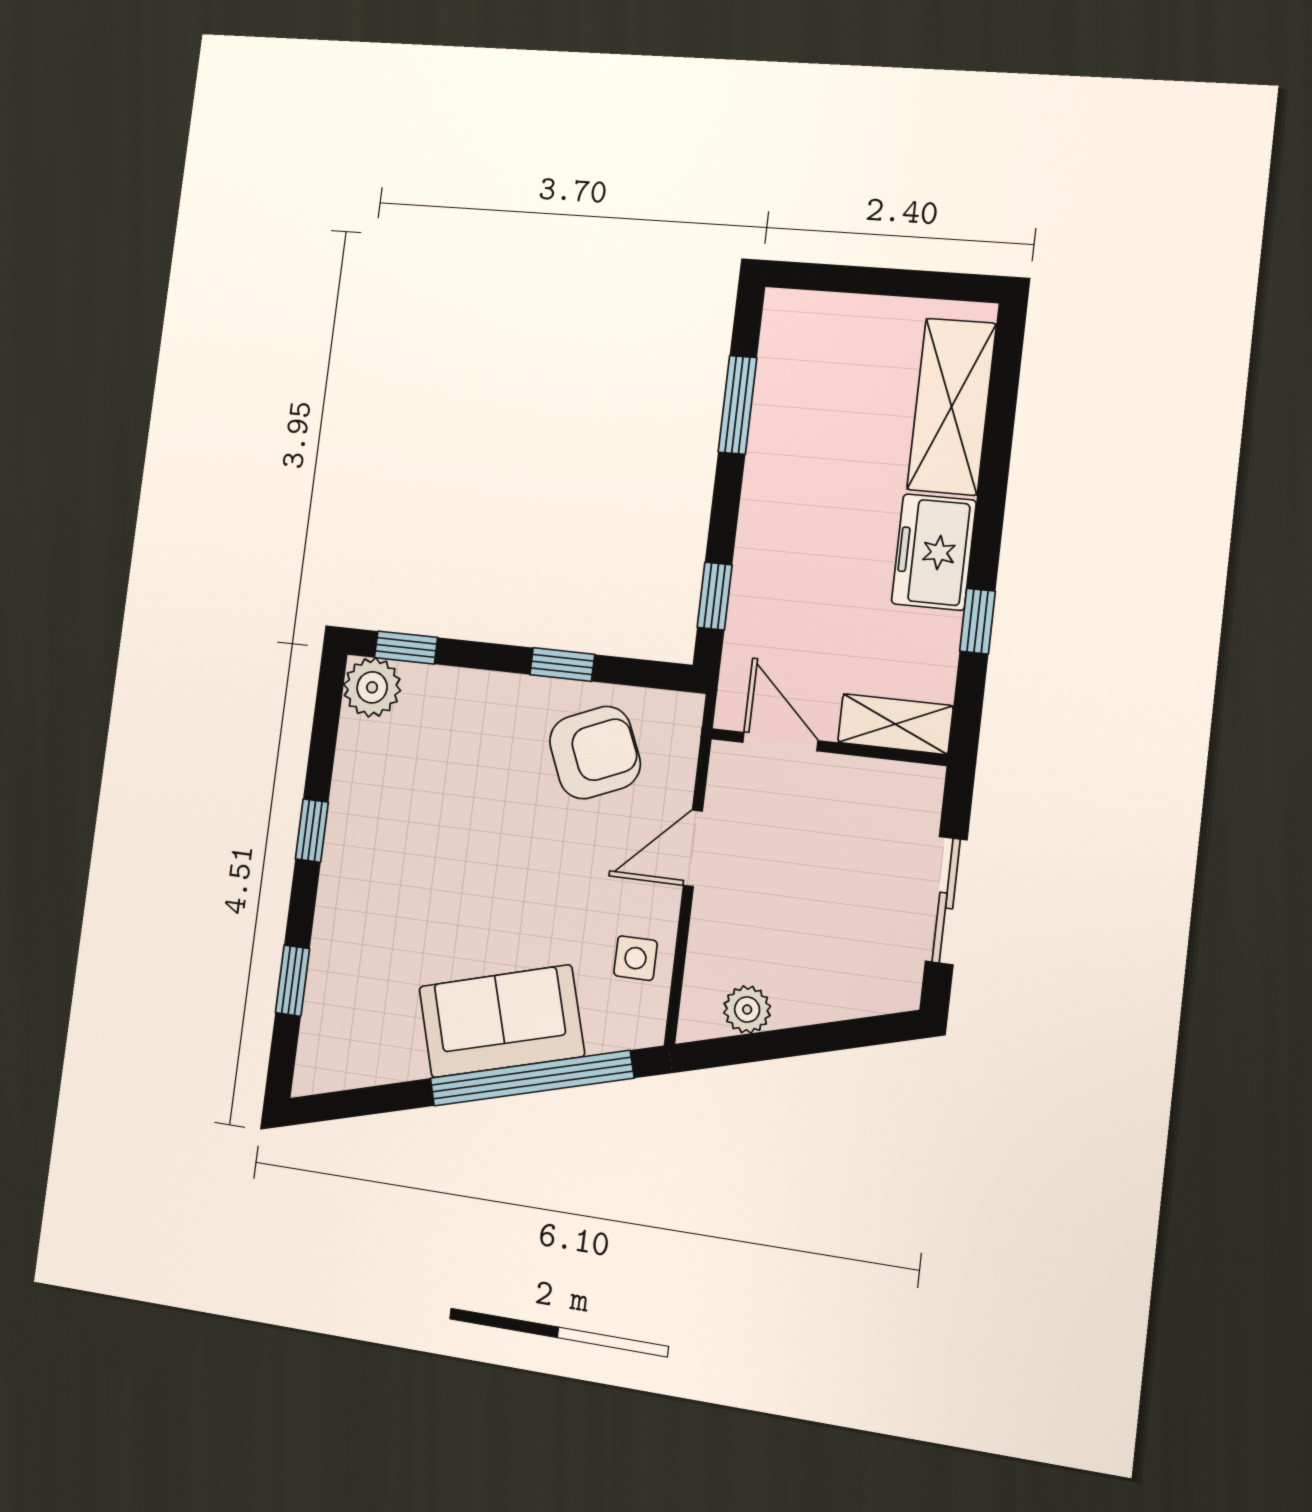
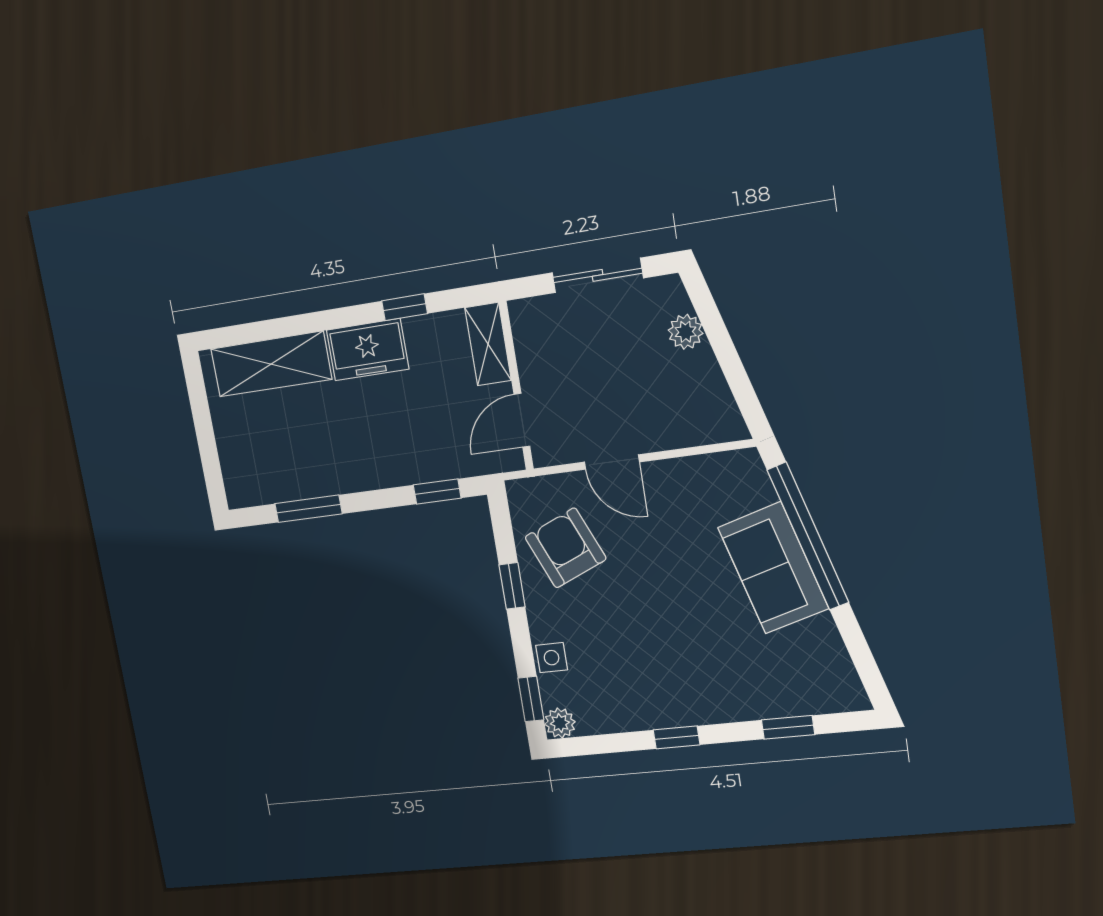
plant: (372, 687) -> (560, 723), width x0.73, depth x0.73
side table: (635, 958) -> (552, 658), moved
plant: (747, 1009) -> (686, 332), moved

